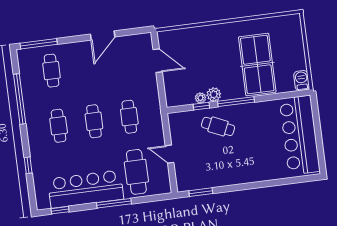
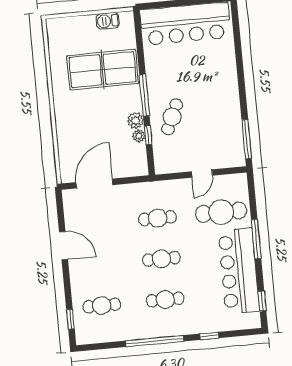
window: (39, 44) -> (70, 319), width x0.46
door: (158, 61) -> (94, 184), width x1.36
barbecue: (302, 81) -> (108, 21), moved
window: (20, 99) -> (155, 341), moved
window: (201, 192) -> (247, 139), width x1.44

